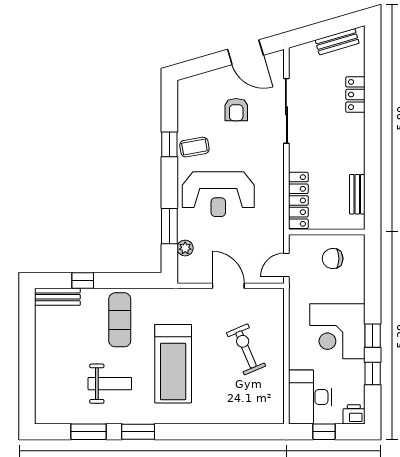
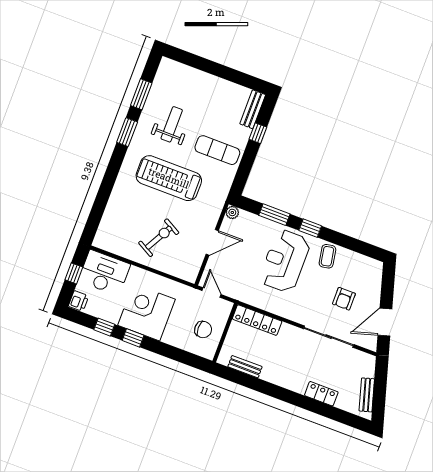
armchair: (236, 110) -> (344, 299), turned -90
window: (169, 144) -> (310, 228), moved
plant: (185, 248) -> (232, 212), moved
chair: (333, 259) -> (203, 330), turned 90
exercise bike: (246, 349) -> (159, 238), turned -38
weight bench: (110, 384) -> (172, 124), turned 180

